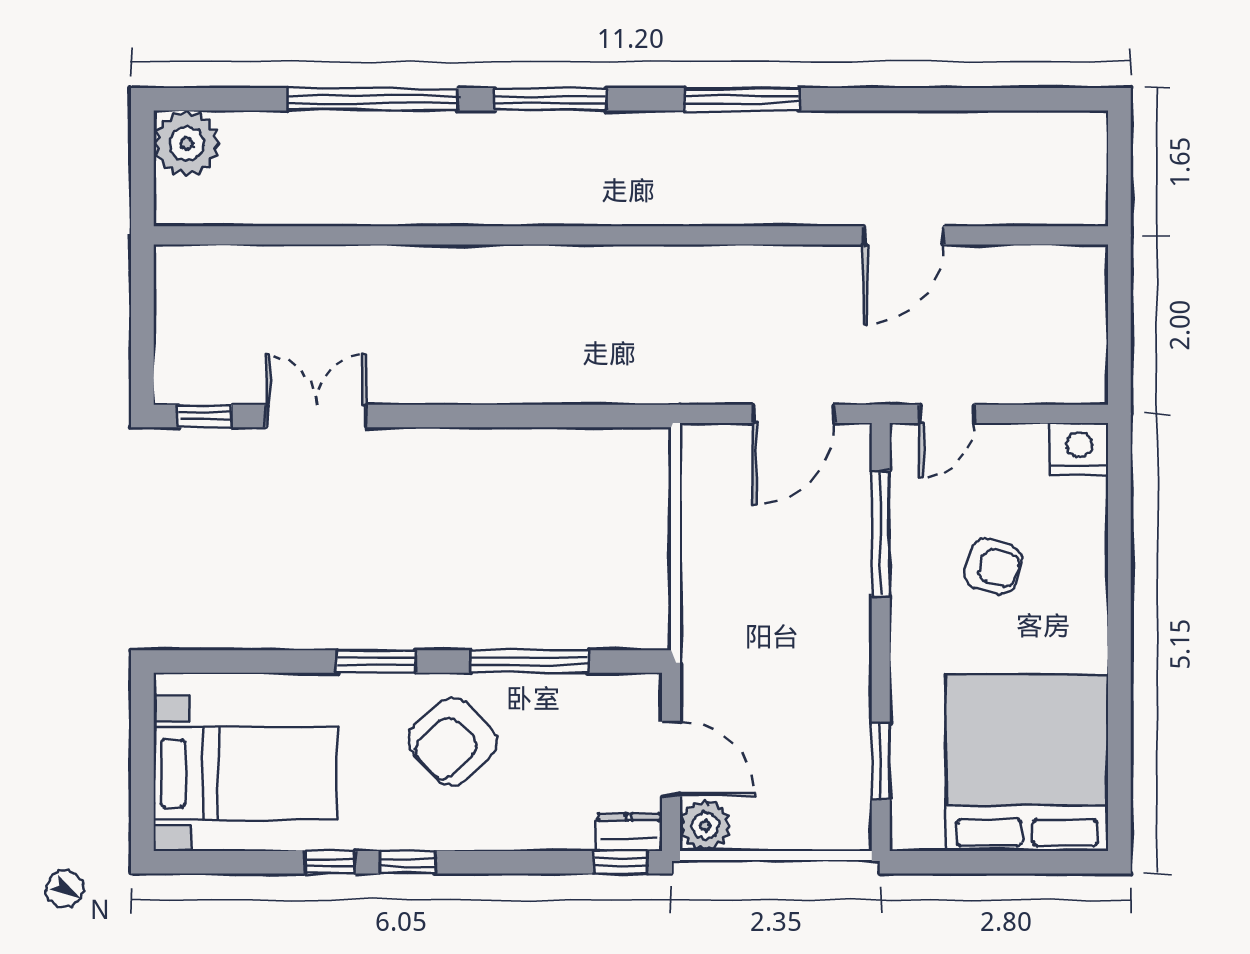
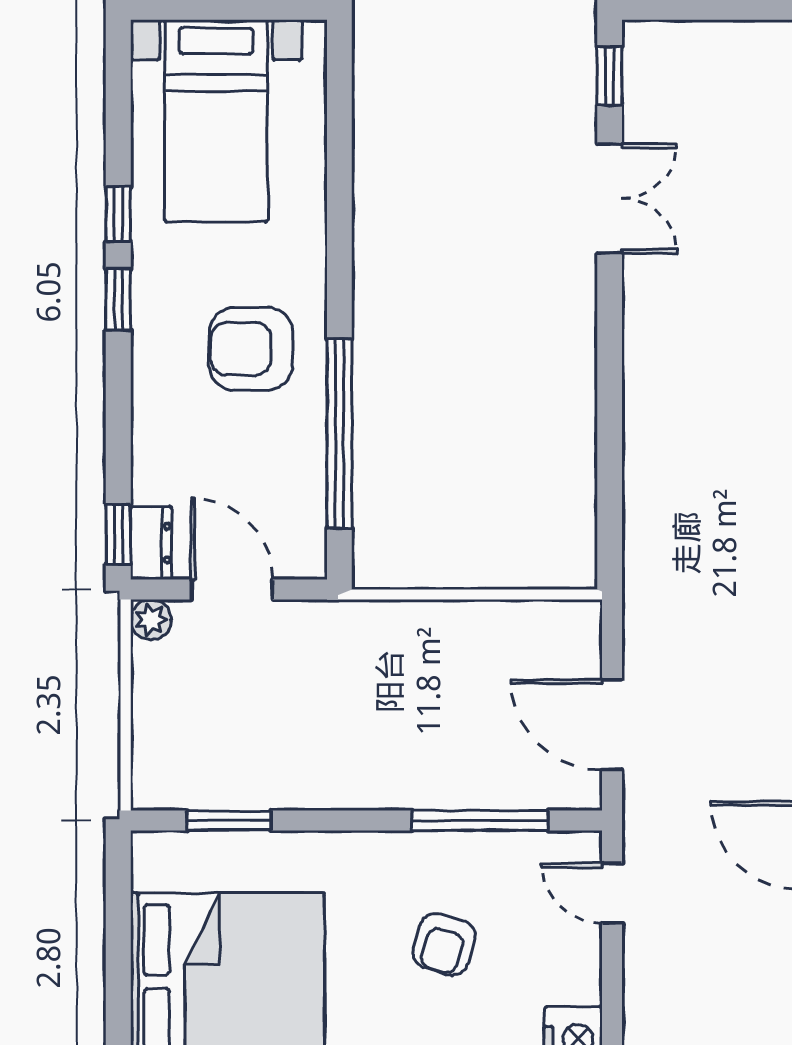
window: (376, 661) -> (339, 265), removed
window: (529, 661) -> (339, 433), width x1.46
armchair: (452, 742) -> (251, 349), turned -47
door: (671, 759) -> (232, 590), swing flipped
plant: (705, 826) -> (151, 620), width x0.73, depth x0.73

